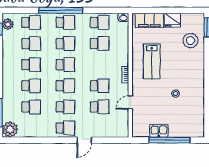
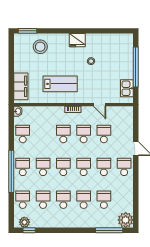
fridge: (172, 20) -> (77, 40), moved, turned 90
school desk: (100, 44) -> (63, 134), moved
kitchen sink: (159, 131) -> (127, 88), moved

